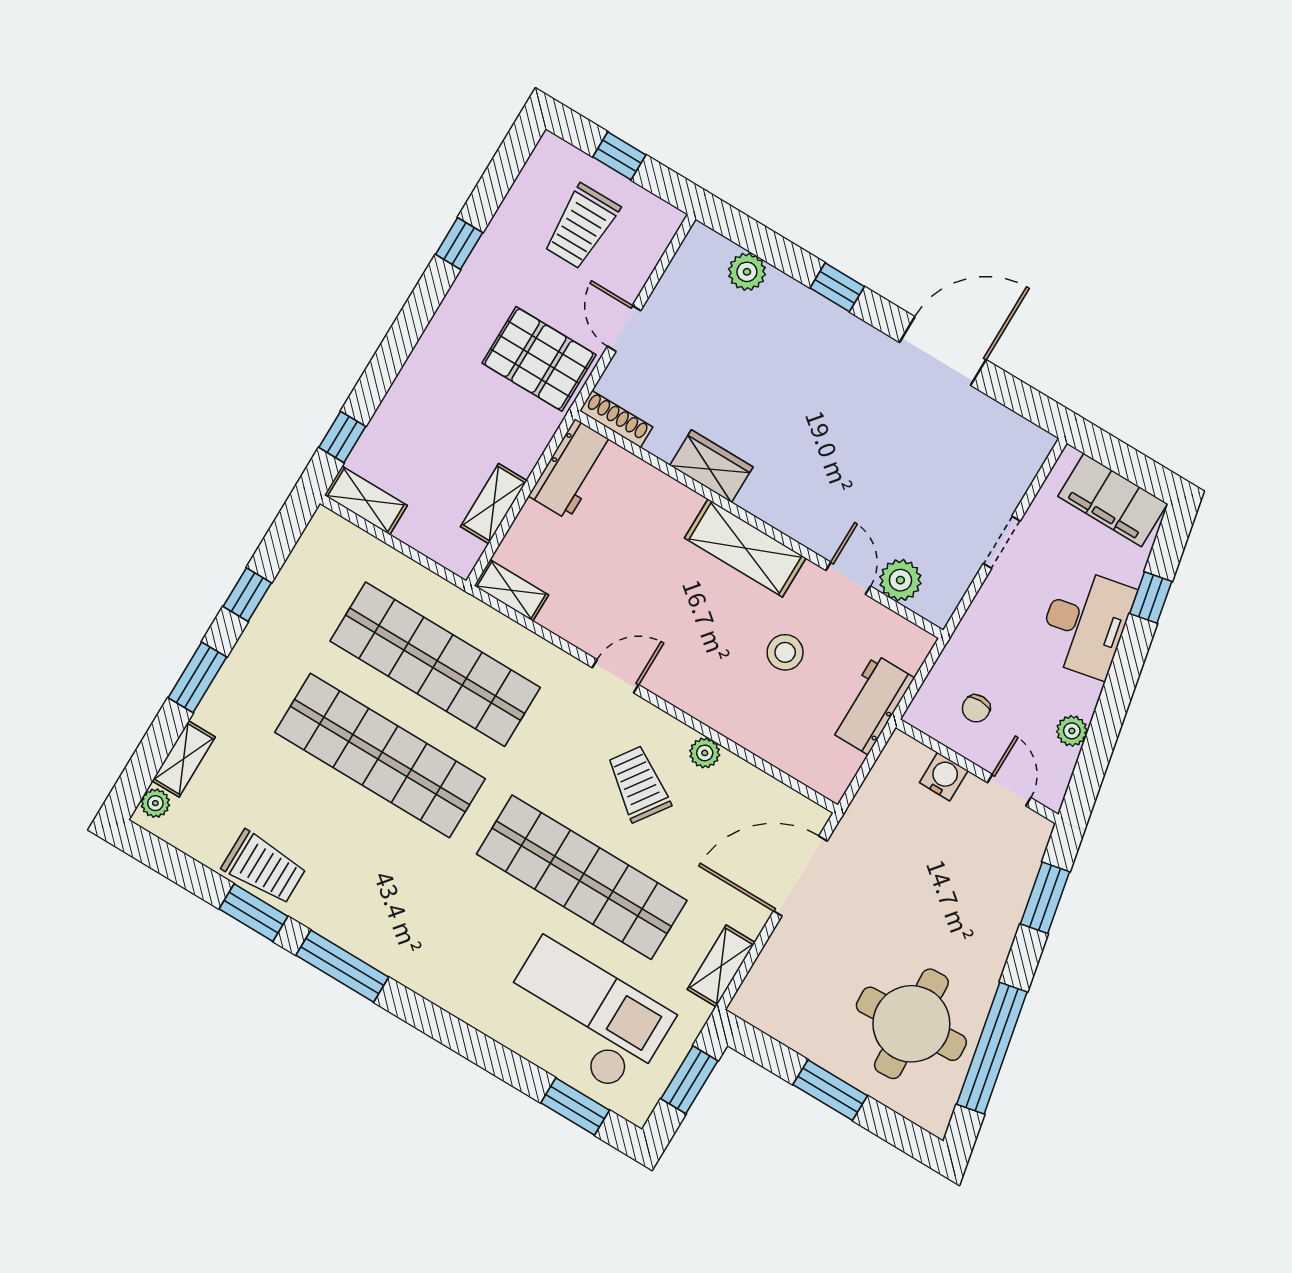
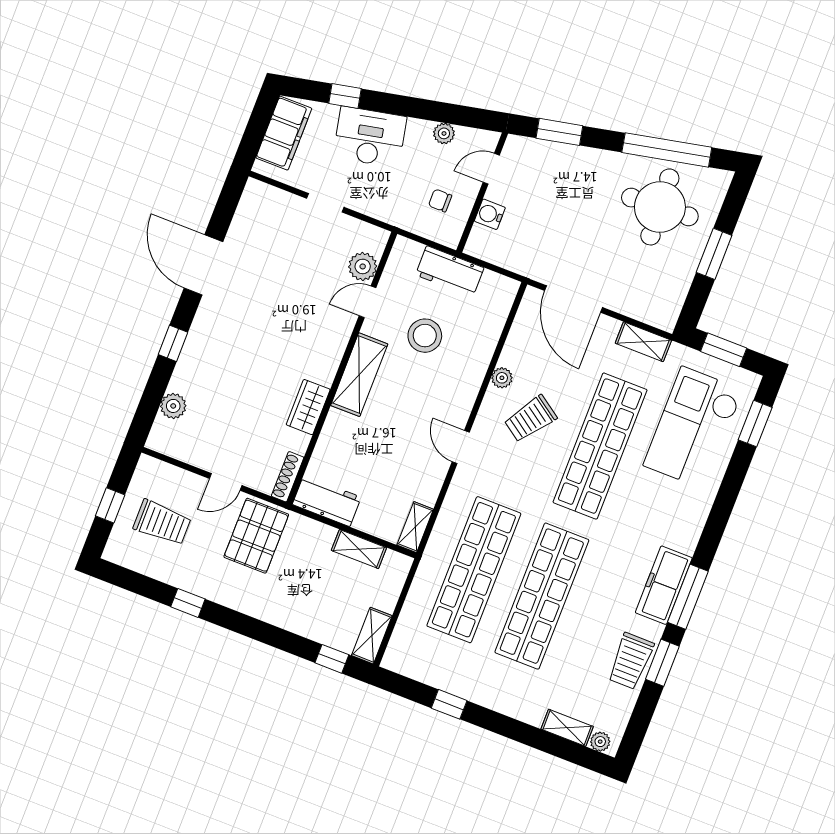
stool: (785, 652) -> (425, 336), width x1.38, depth x1.38
window: (197, 677) -> (511, 728), removed
chair: (976, 708) -> (440, 200), turned 180
trolley: (264, 867) -> (631, 661), turned 180
freezer: (365, 934) -> (664, 585), added

